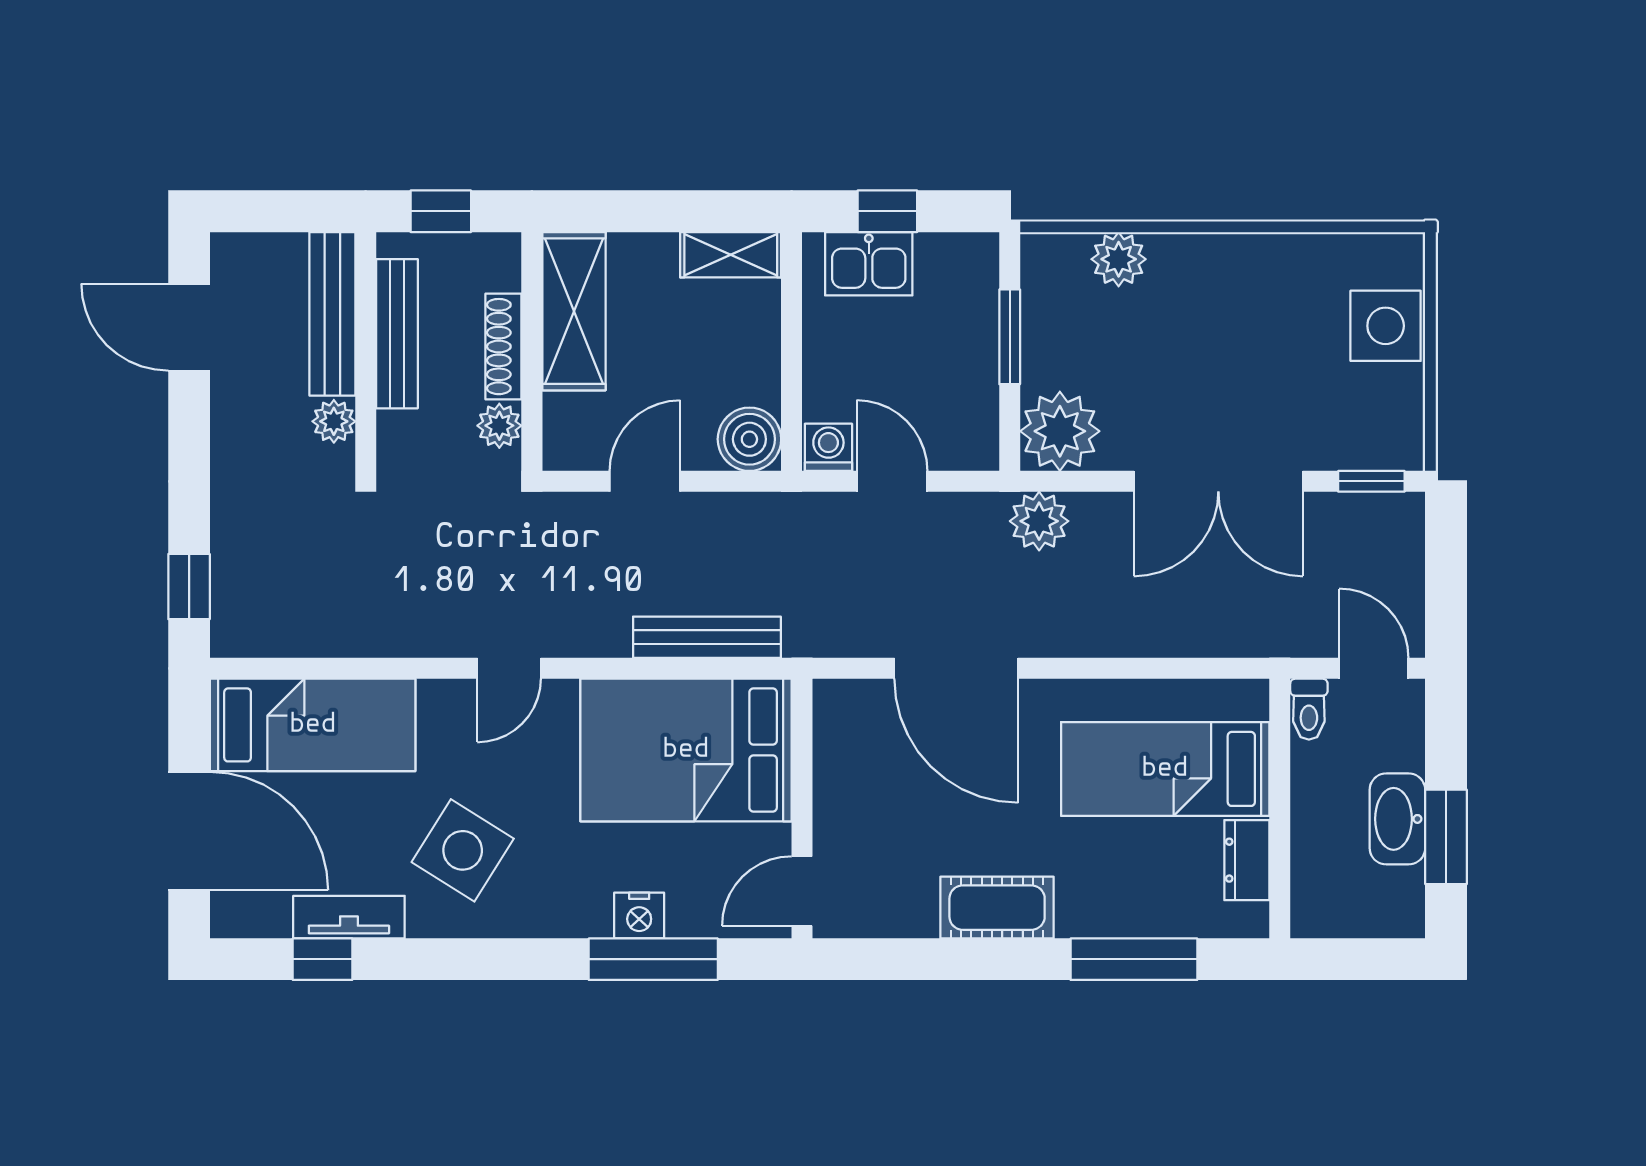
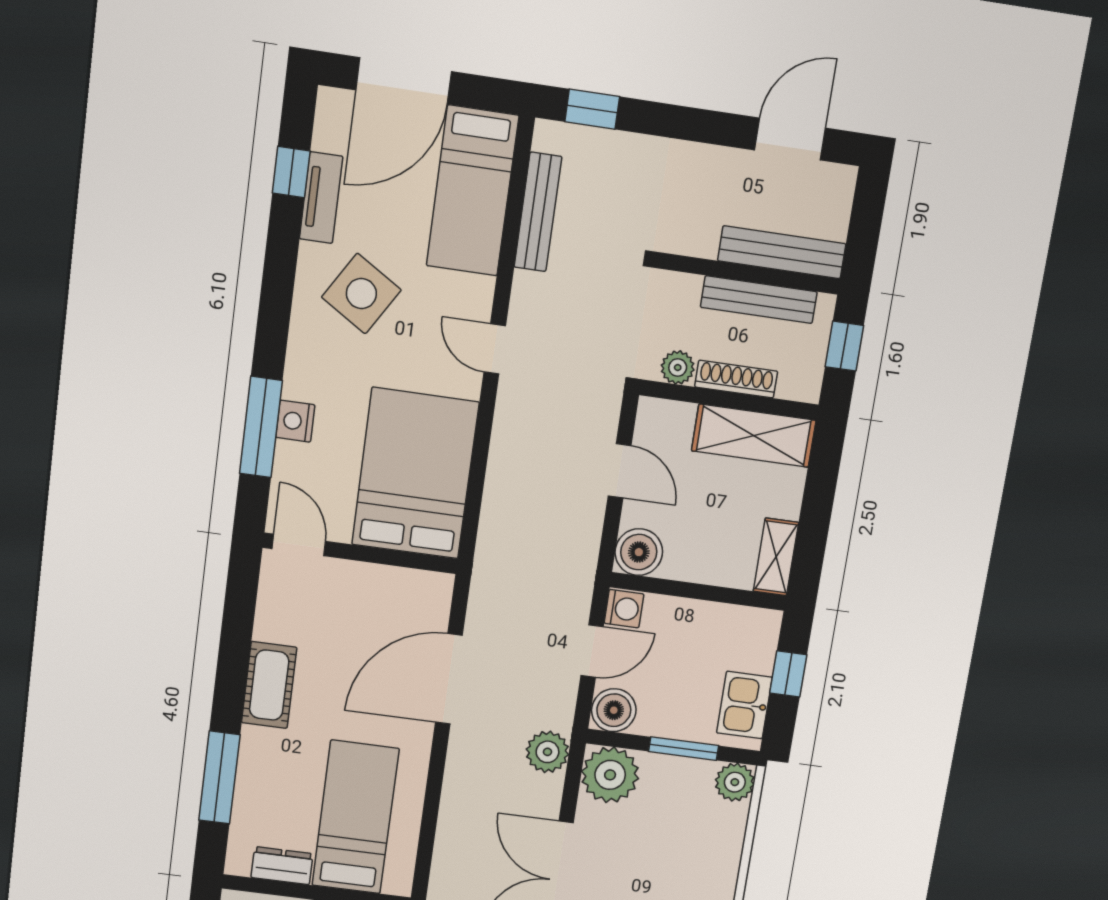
plant: (1119, 259) -> (735, 782), moved
kitchen sink: (869, 264) -> (744, 705), moved
plant: (334, 421) -> (701, 241), removed
boiler: (969, 440) -> (614, 710), added
bench: (707, 637) -> (538, 212), moved

